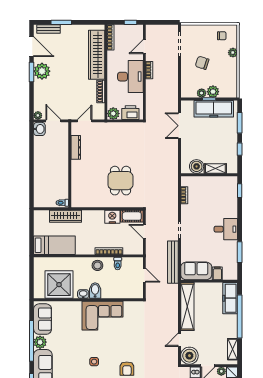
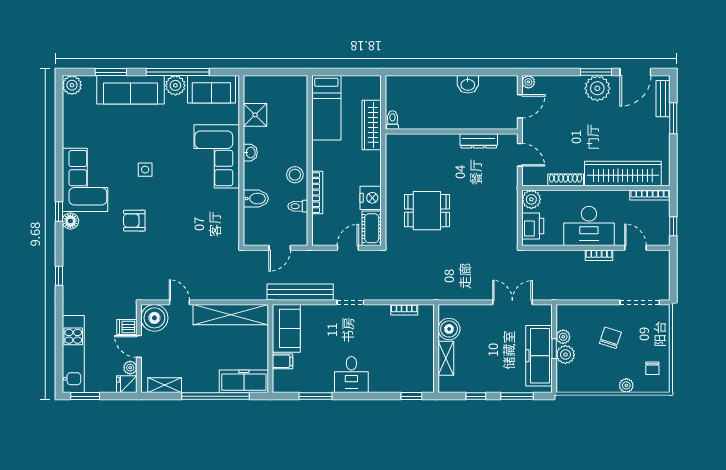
washbasin: (39, 129) -> (468, 84), moved
shower: (59, 285) -> (255, 115), width x0.54, depth x0.54
bidet: (95, 291) -> (256, 199), moved
corner sofa: (103, 316) -> (217, 156), moved

